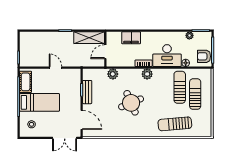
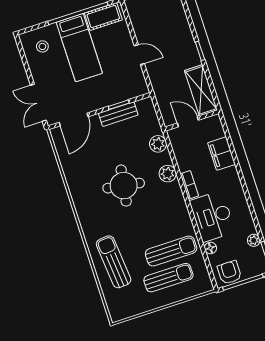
door: (55, 68) -> (139, 55), hinge flipped
plant: (147, 74) -> (168, 174), moved
round table: (131, 103) -> (124, 186), turned 32

